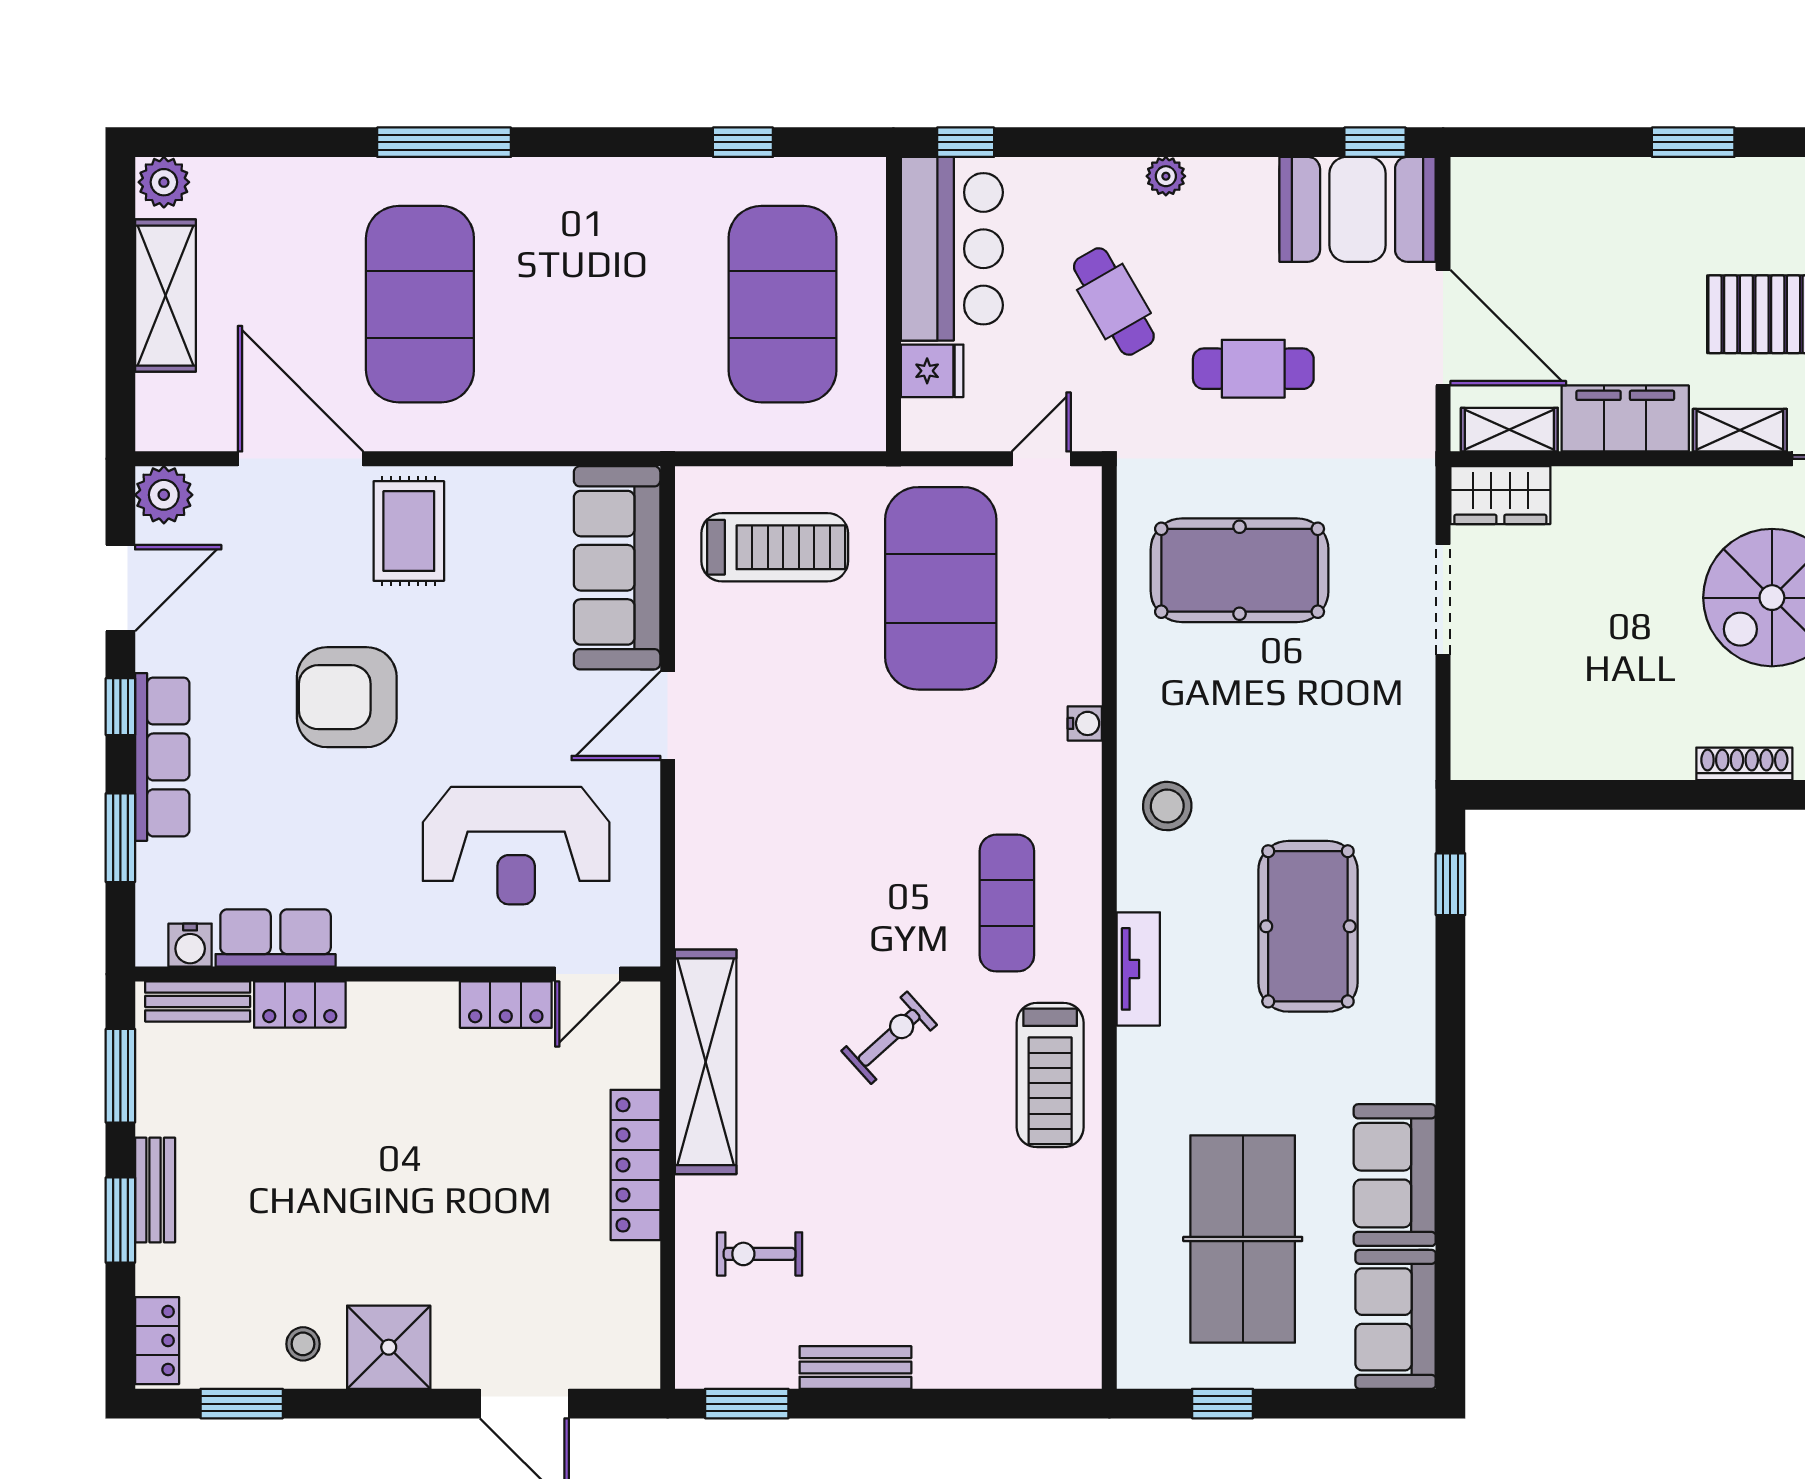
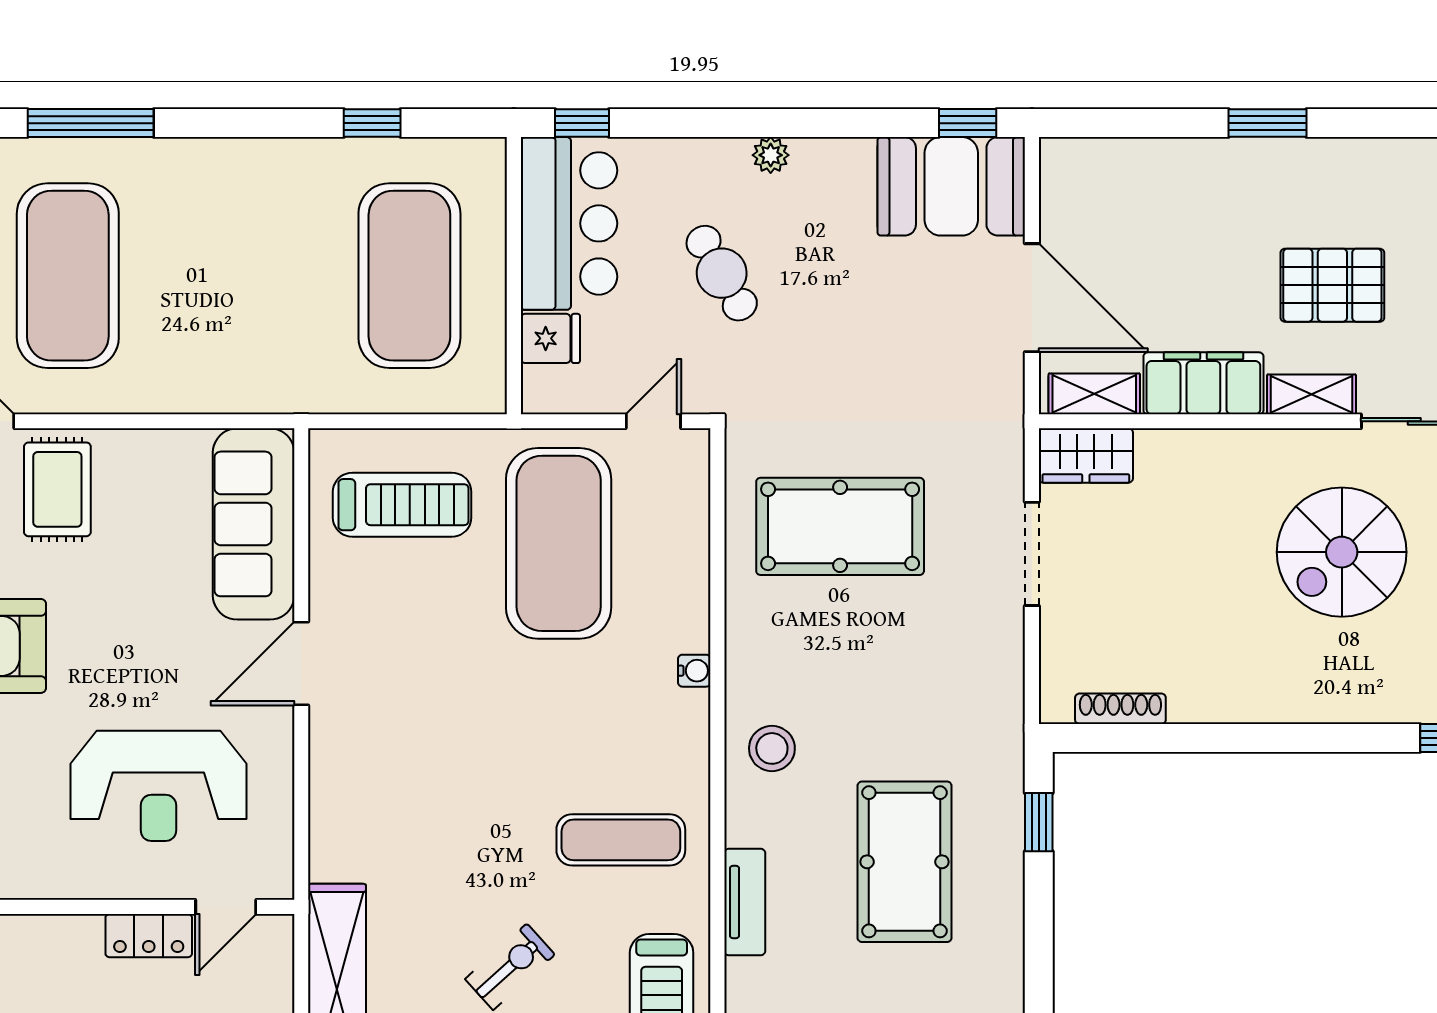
cafe table: (1253, 369) -> (853, 336), removed
shoe rack: (1744, 764) -> (1120, 709), moved
exercise mat: (1007, 903) -> (621, 840), turned 90

